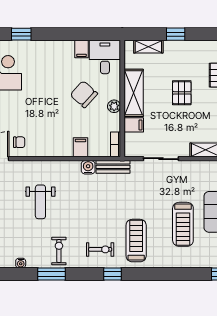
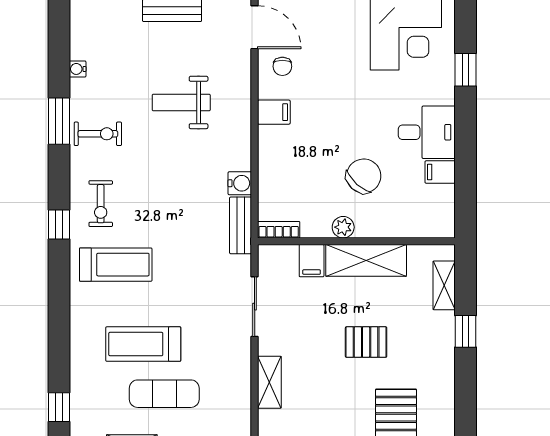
desk: (105, 57) -> (427, 132), moved
filing cabinet: (81, 147) -> (274, 112), moved

